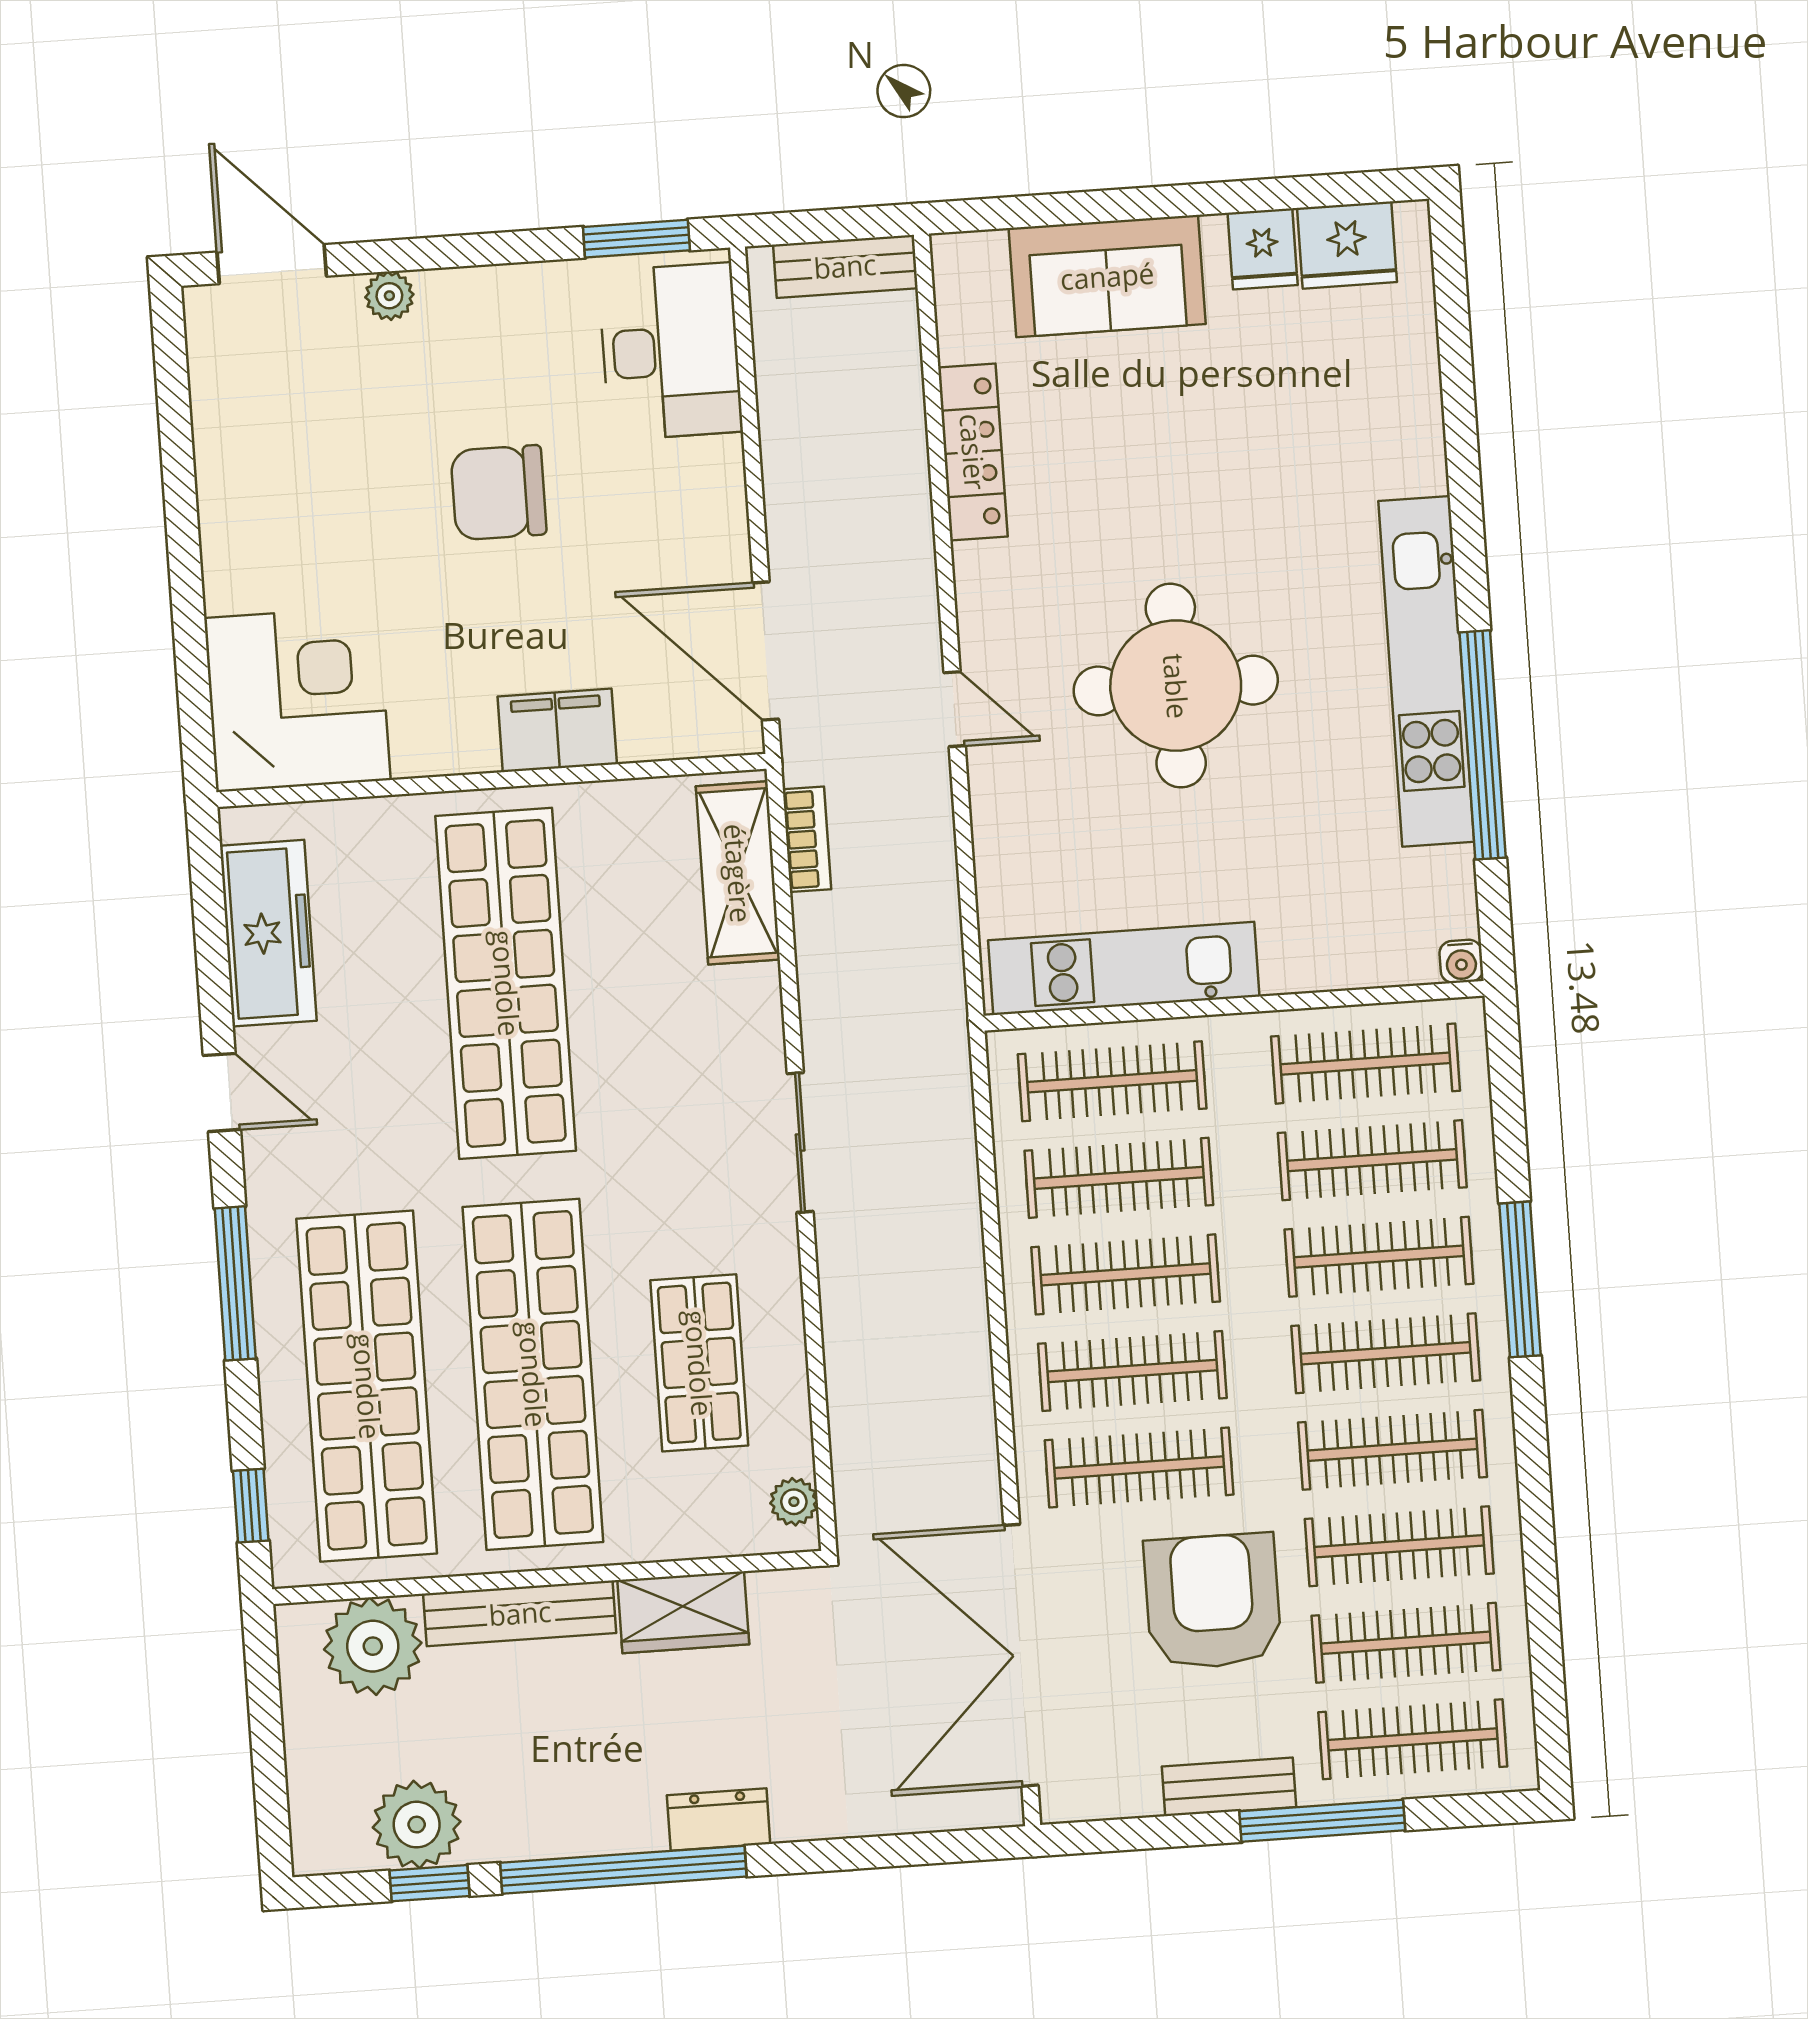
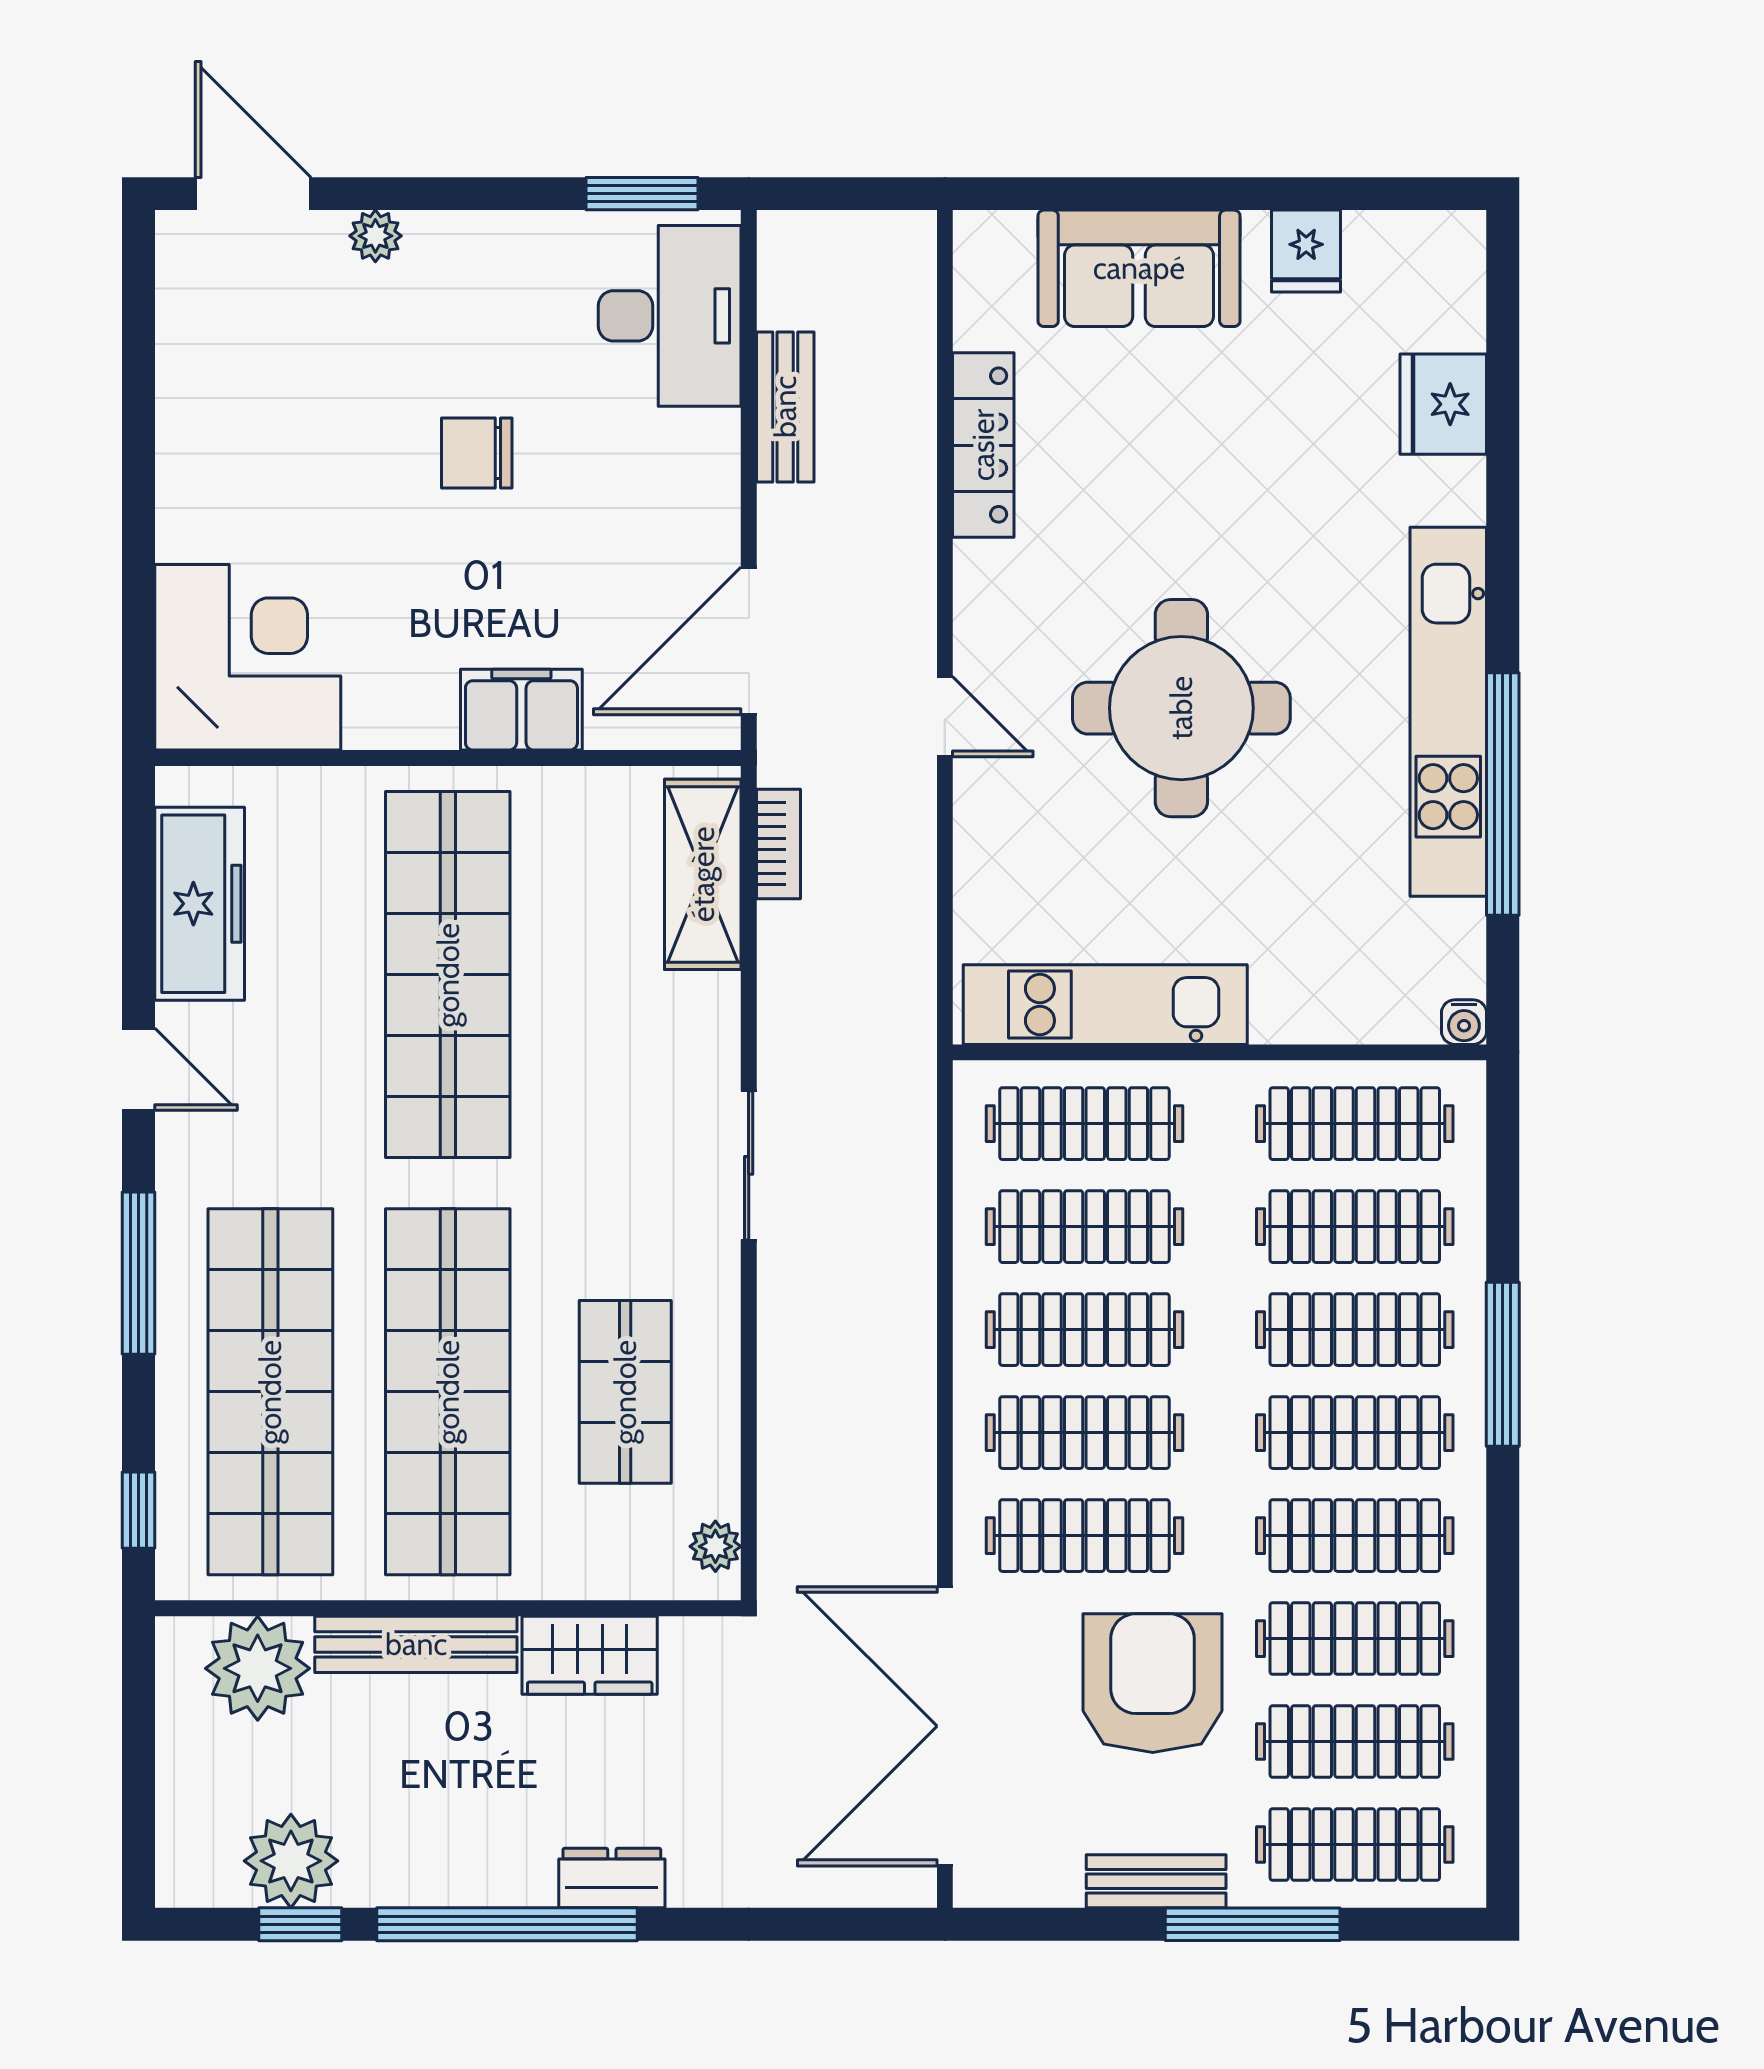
fridge: (1347, 245) -> (1443, 404), moved, turned 90
bench: (845, 266) -> (785, 407), moved, turned 90
chair: (499, 493) -> (477, 453), width x0.73, depth x0.73
door: (766, 651) -> (749, 641), hinge flipped

